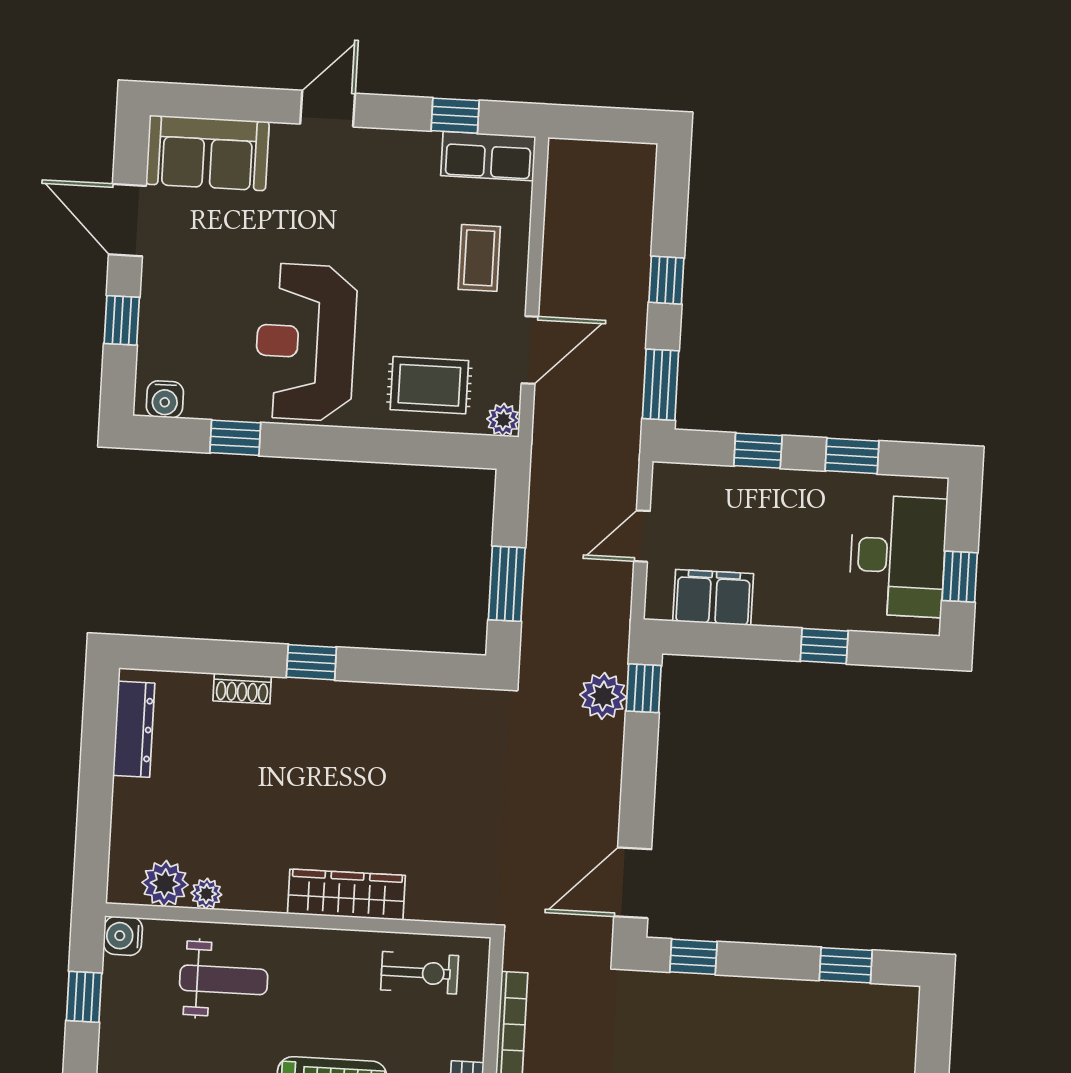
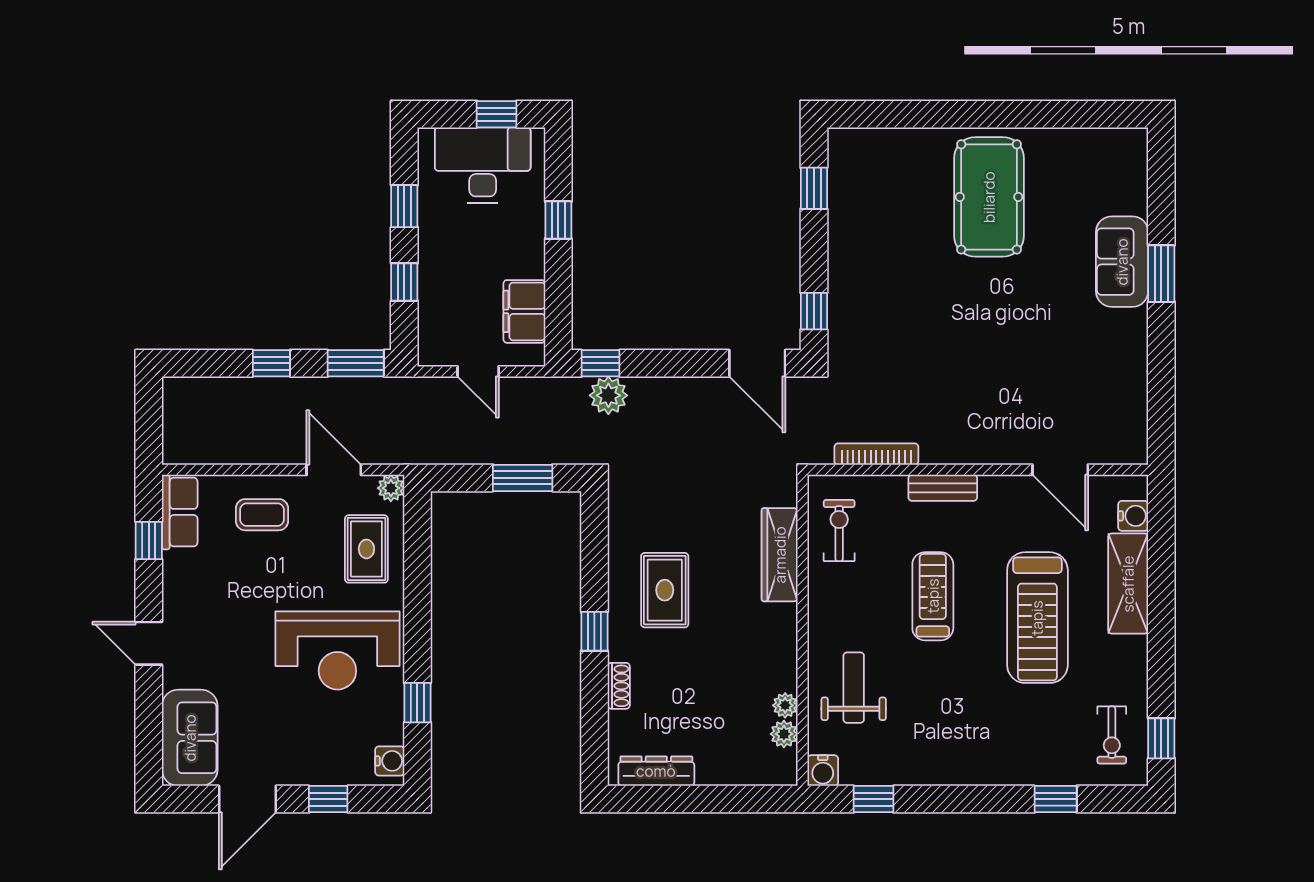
rug: (358, 752) -> (665, 590), added
plant: (165, 884) -> (784, 734), width x0.73, depth x0.73
wardrobe: (346, 895) -> (780, 555), moved

